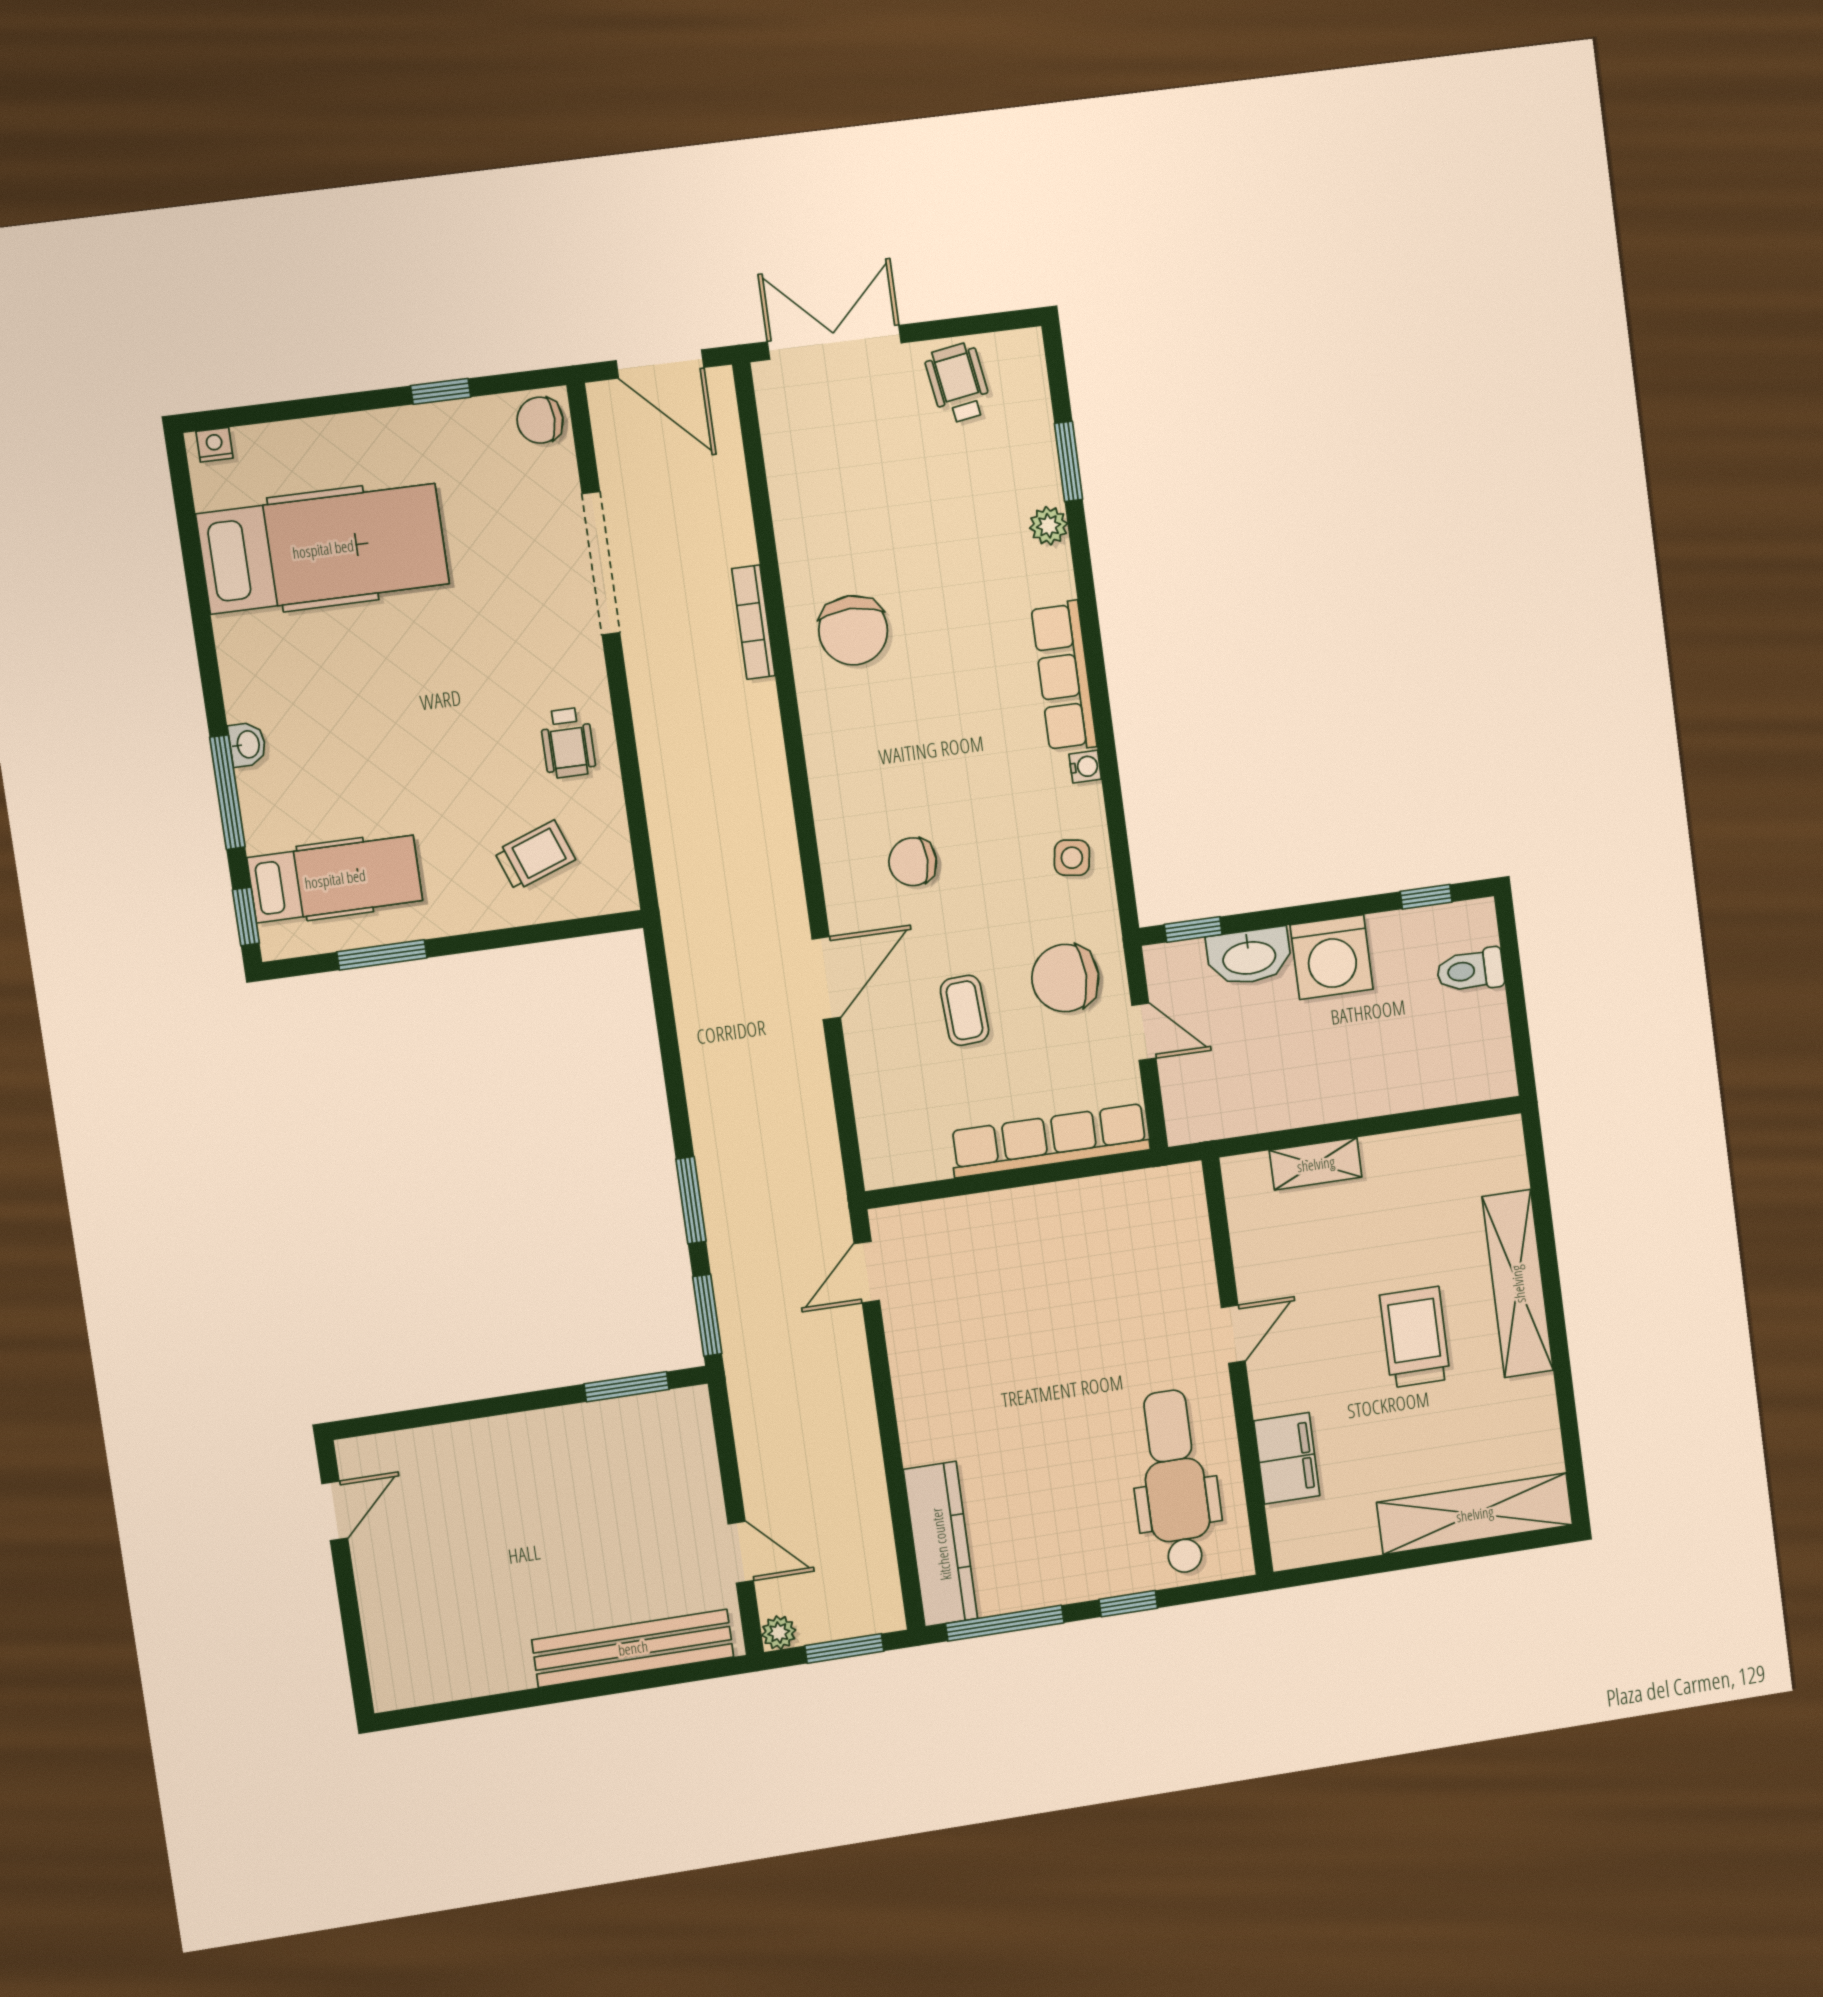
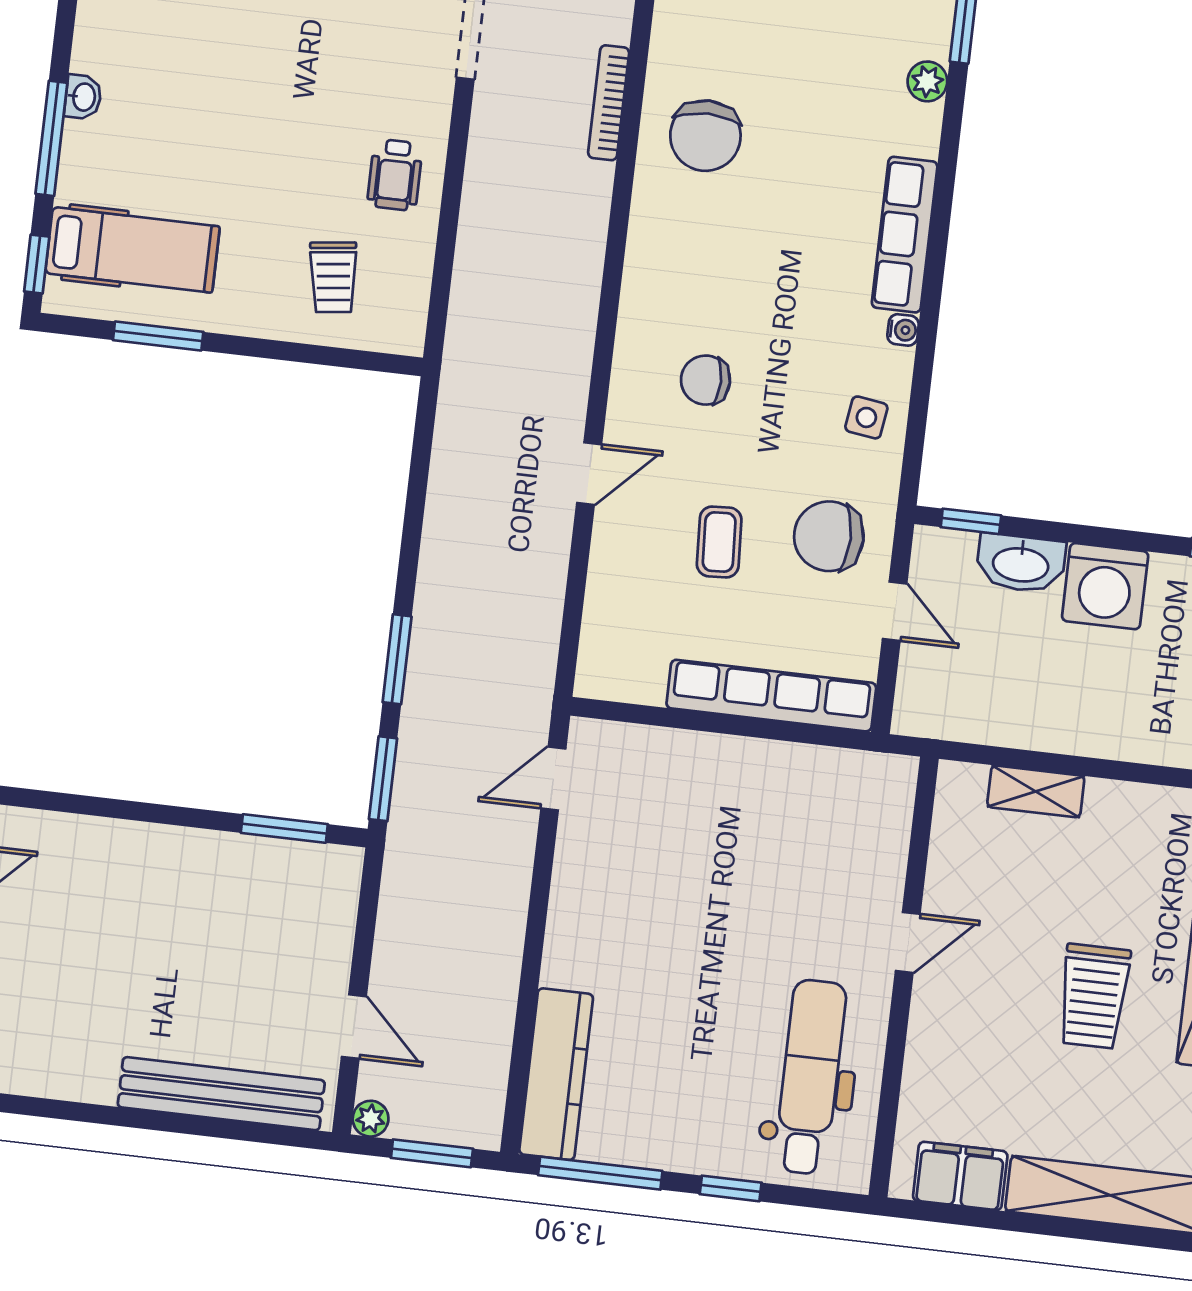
trolley: (535, 856) -> (333, 277), turned 103
door: (826, 978) -> (589, 474), width x0.73
trolley: (1415, 1337) -> (1094, 996), turned 180
filing cabinet: (1287, 1458) -> (960, 1176), moved, turned -90

